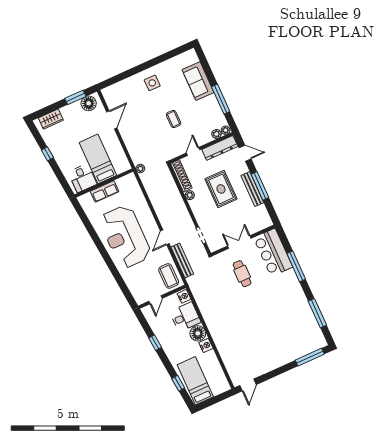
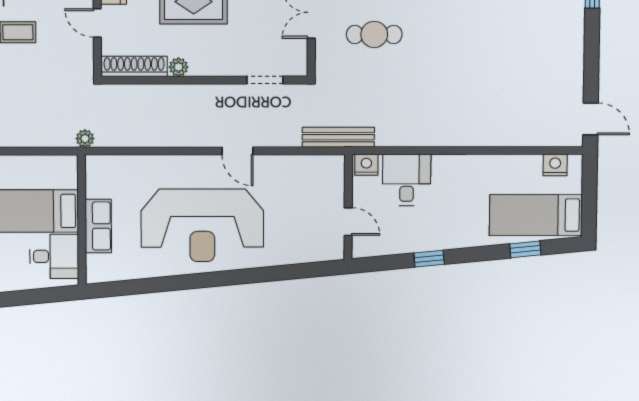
bench: (182, 260) -> (338, 137), moved
coffee table: (169, 276) -> (314, 177), removed
floor lamp: (198, 333) -> (449, 170), removed
nightstand: (206, 345) -> (555, 165), moved

